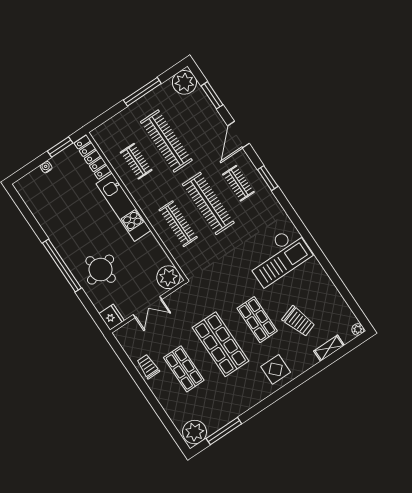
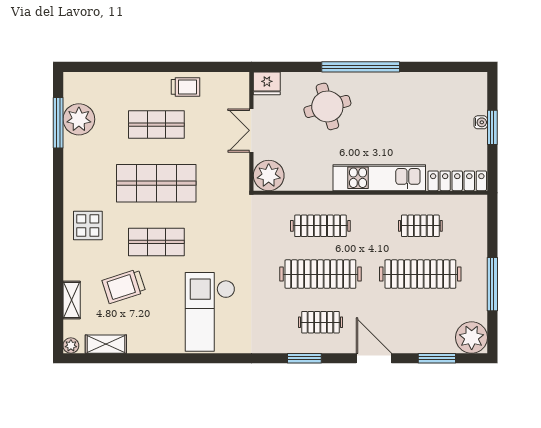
window: (60, 147) -> (492, 127), moved
shelving: (342, 308) -> (106, 344), added
plant: (195, 432) -> (79, 119), moved

